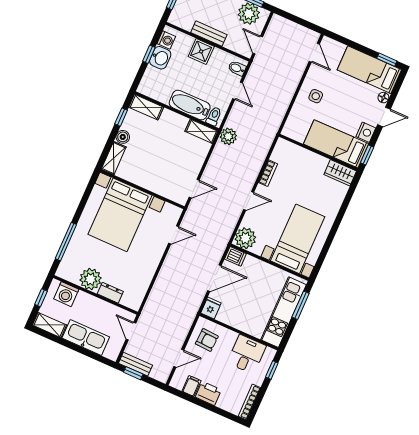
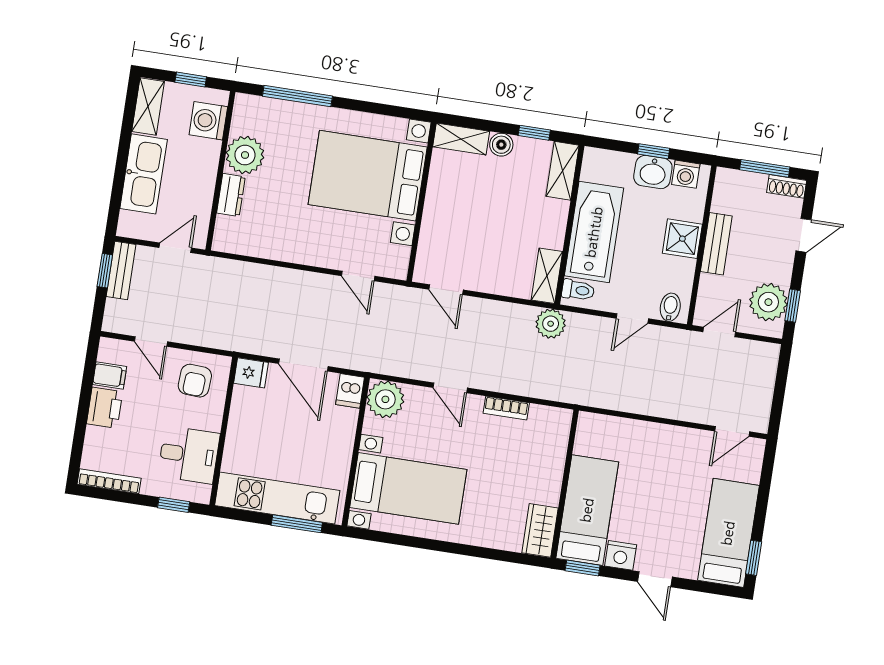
side table: (316, 96) -> (659, 454), removed
floor lamp: (383, 98) -> (688, 569), removed
bathtub: (190, 105) -> (594, 232), width x1.36, depth x1.36

